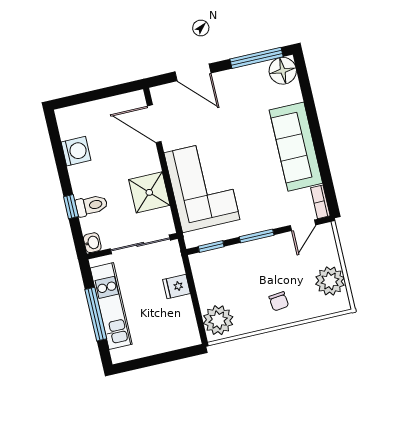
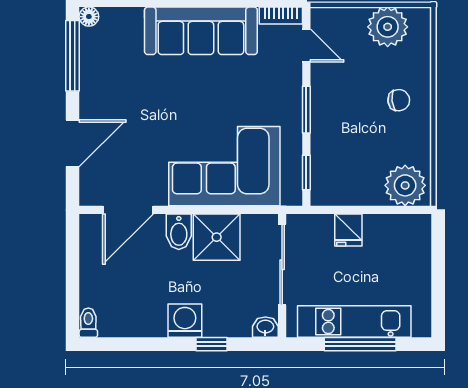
floor lamp: (283, 71) -> (89, 17), width x0.53, depth x0.53
washing machine: (76, 151) -> (185, 321), moved
bidet: (147, 164) -> (179, 232), added
toilet: (91, 205) -> (88, 323), moved, width x0.73, depth x0.72

